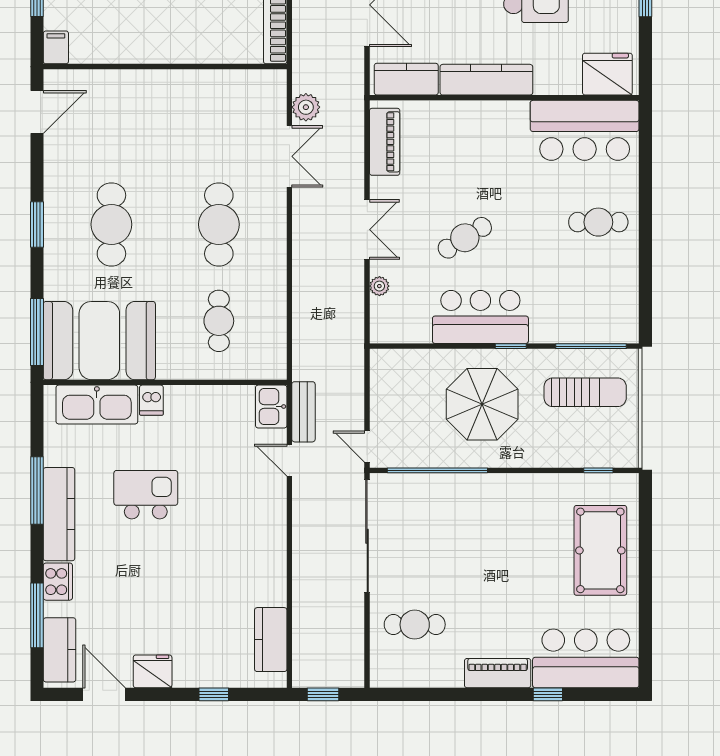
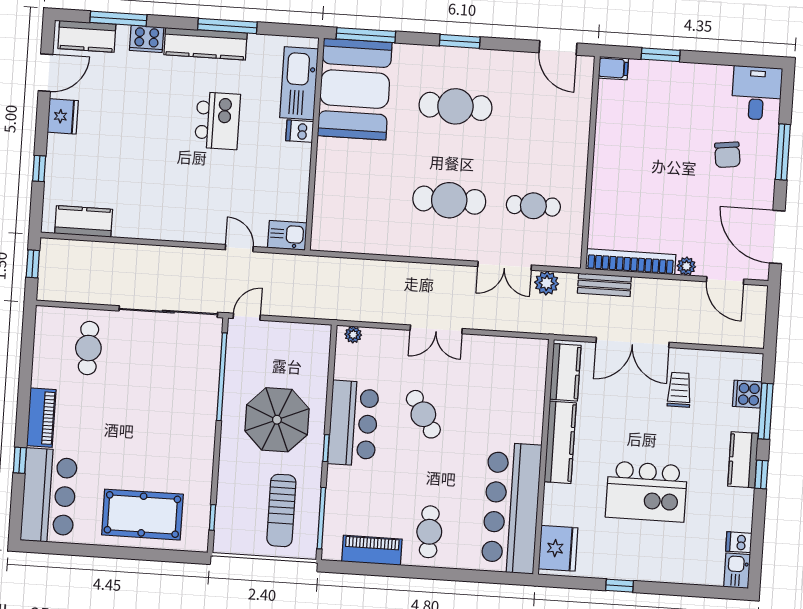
bar counter: (585, 130) -> (511, 508), width x1.36
piano: (385, 142) -> (372, 550), moved, turned 180
plant: (379, 286) -> (353, 335), moved
cafe table: (219, 321) -> (533, 206), moved
bench: (303, 412) -> (604, 285), moved
door: (289, 460) -> (239, 248), hinge flipped

